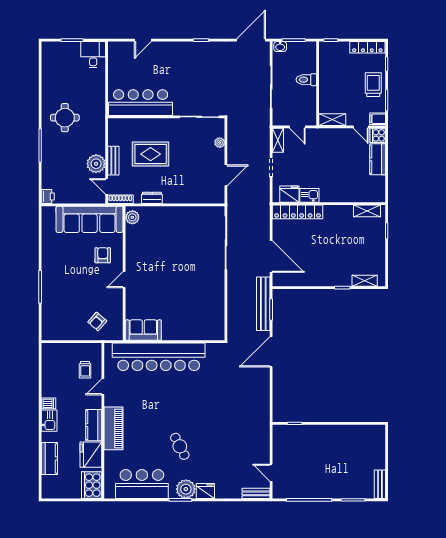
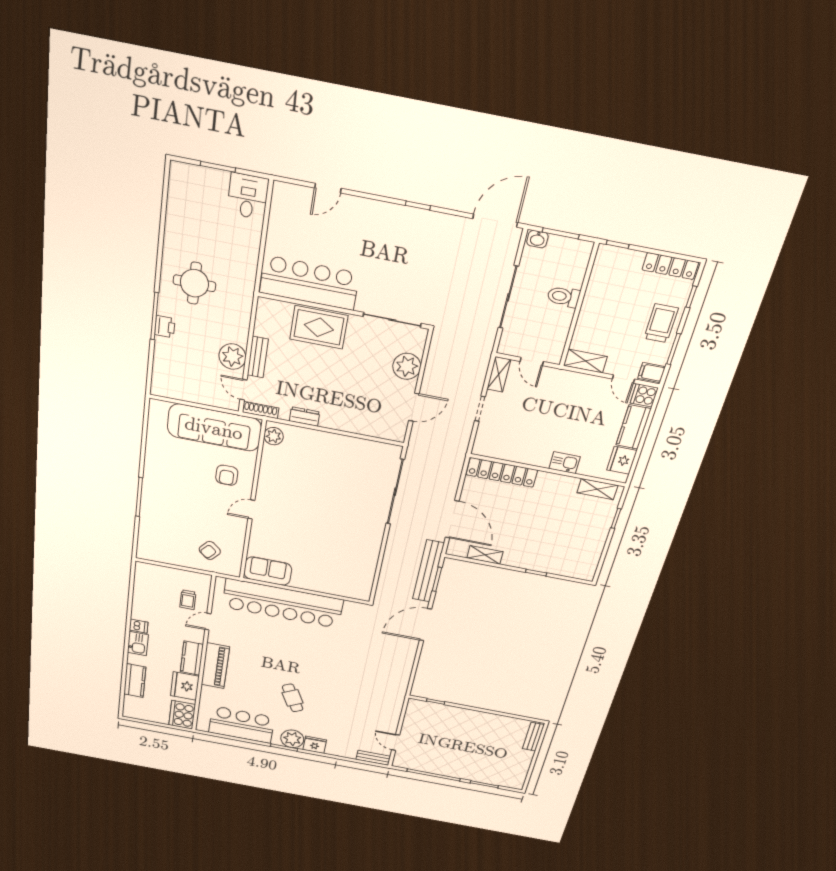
plant: (220, 143) -> (407, 366), width x1.87, depth x1.87
rug: (151, 154) -> (319, 327), moved
fridge: (289, 194) -> (622, 460), moved, turned -90
kitchen sink: (309, 195) -> (565, 463), moved
printer: (48, 196) -> (165, 327), moved
armchair: (103, 255) -> (227, 475), turned 180
shelving: (365, 281) -> (485, 555), moved
bench: (380, 484) -> (533, 737), moved

